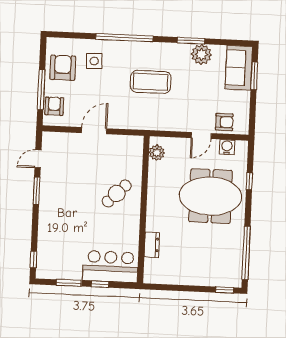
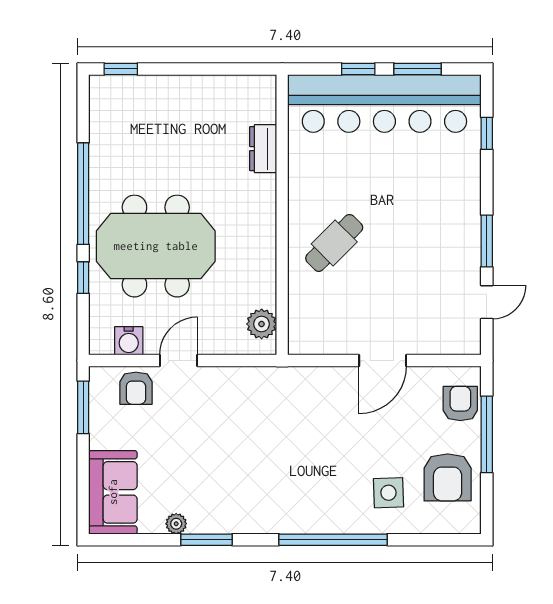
plant: (201, 54) -> (176, 524), width x0.53, depth x0.53
window: (254, 76) -> (83, 407), moved
coffee table: (151, 82) -> (279, 458), removed
armchair: (54, 106) -> (460, 404), turned 180
armchair: (224, 122) -> (136, 388), turned -90
window: (246, 253) -> (83, 194), moved
window: (33, 259) -> (487, 133), moved
bar counter: (110, 267) -> (384, 103), width x1.86

